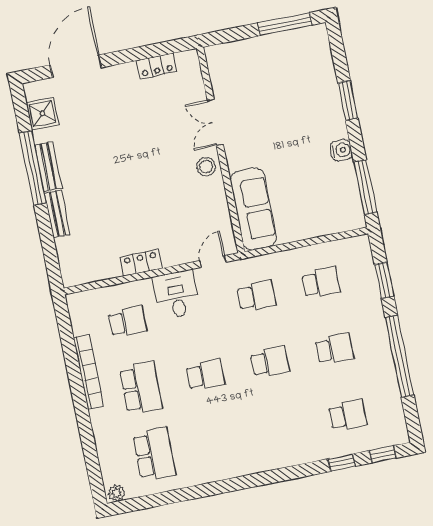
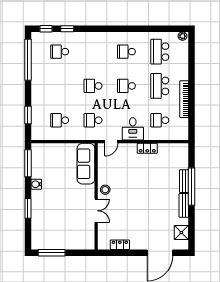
window: (33, 168) -> (192, 187), moved
school desk: (334, 349) -> (126, 52), moved
window: (399, 356) -> (28, 60), moved

